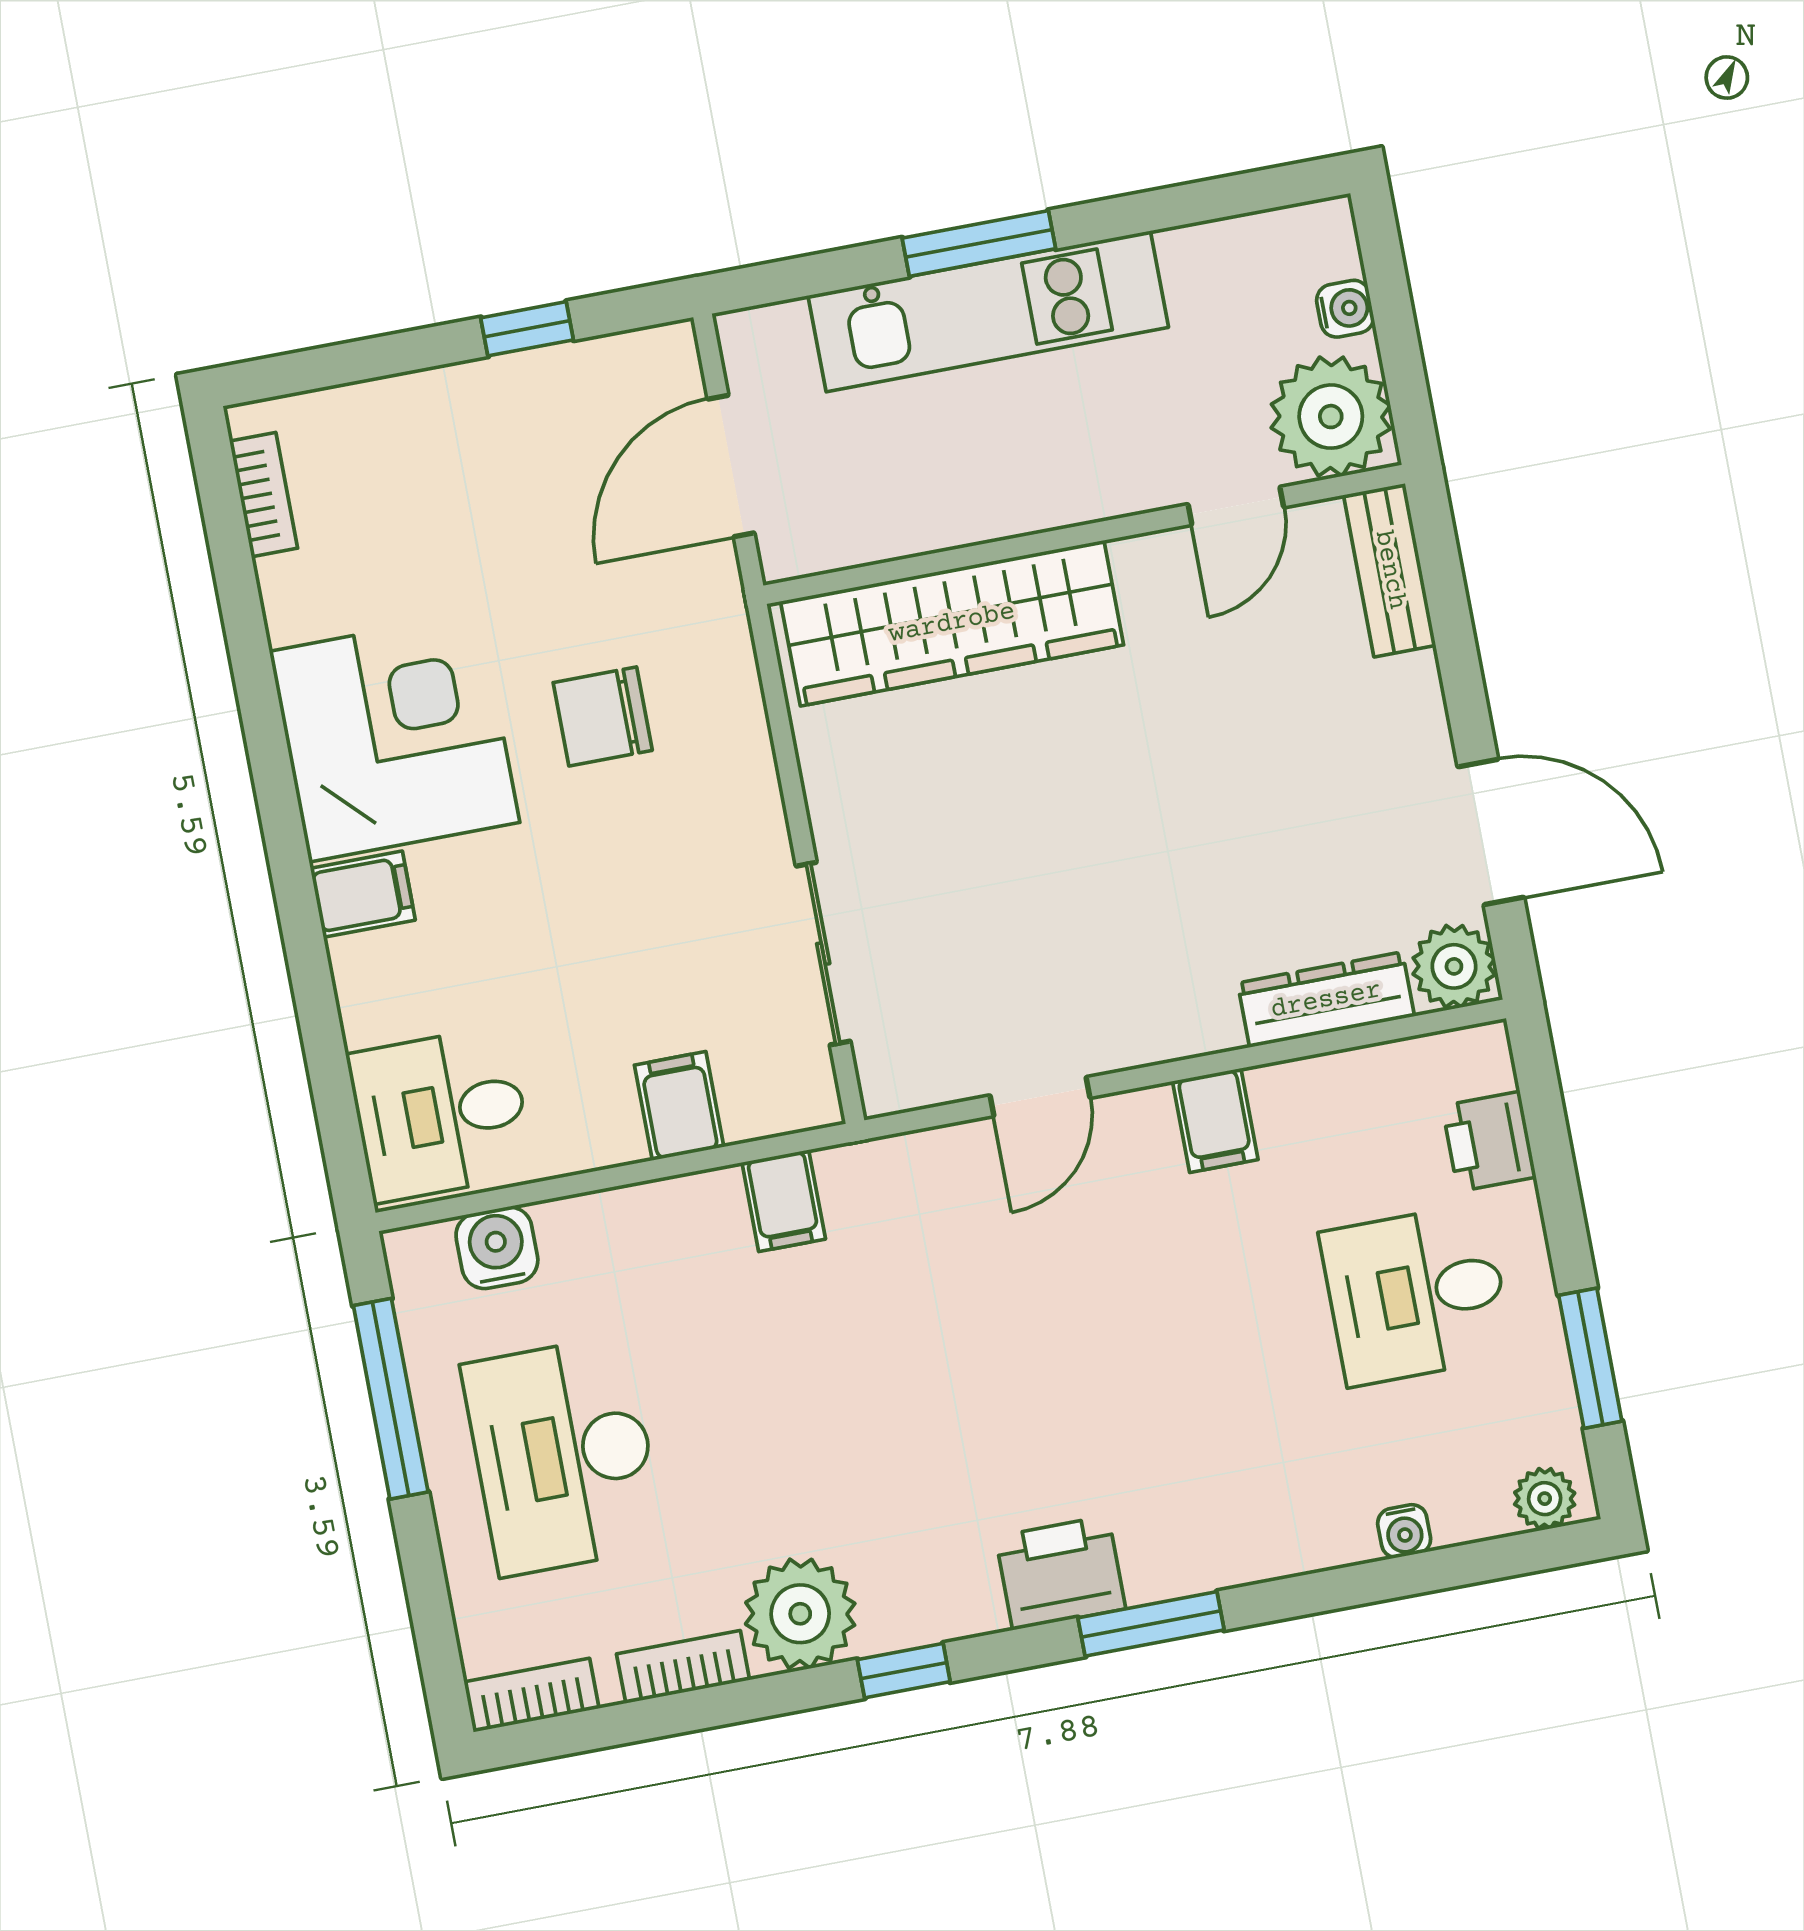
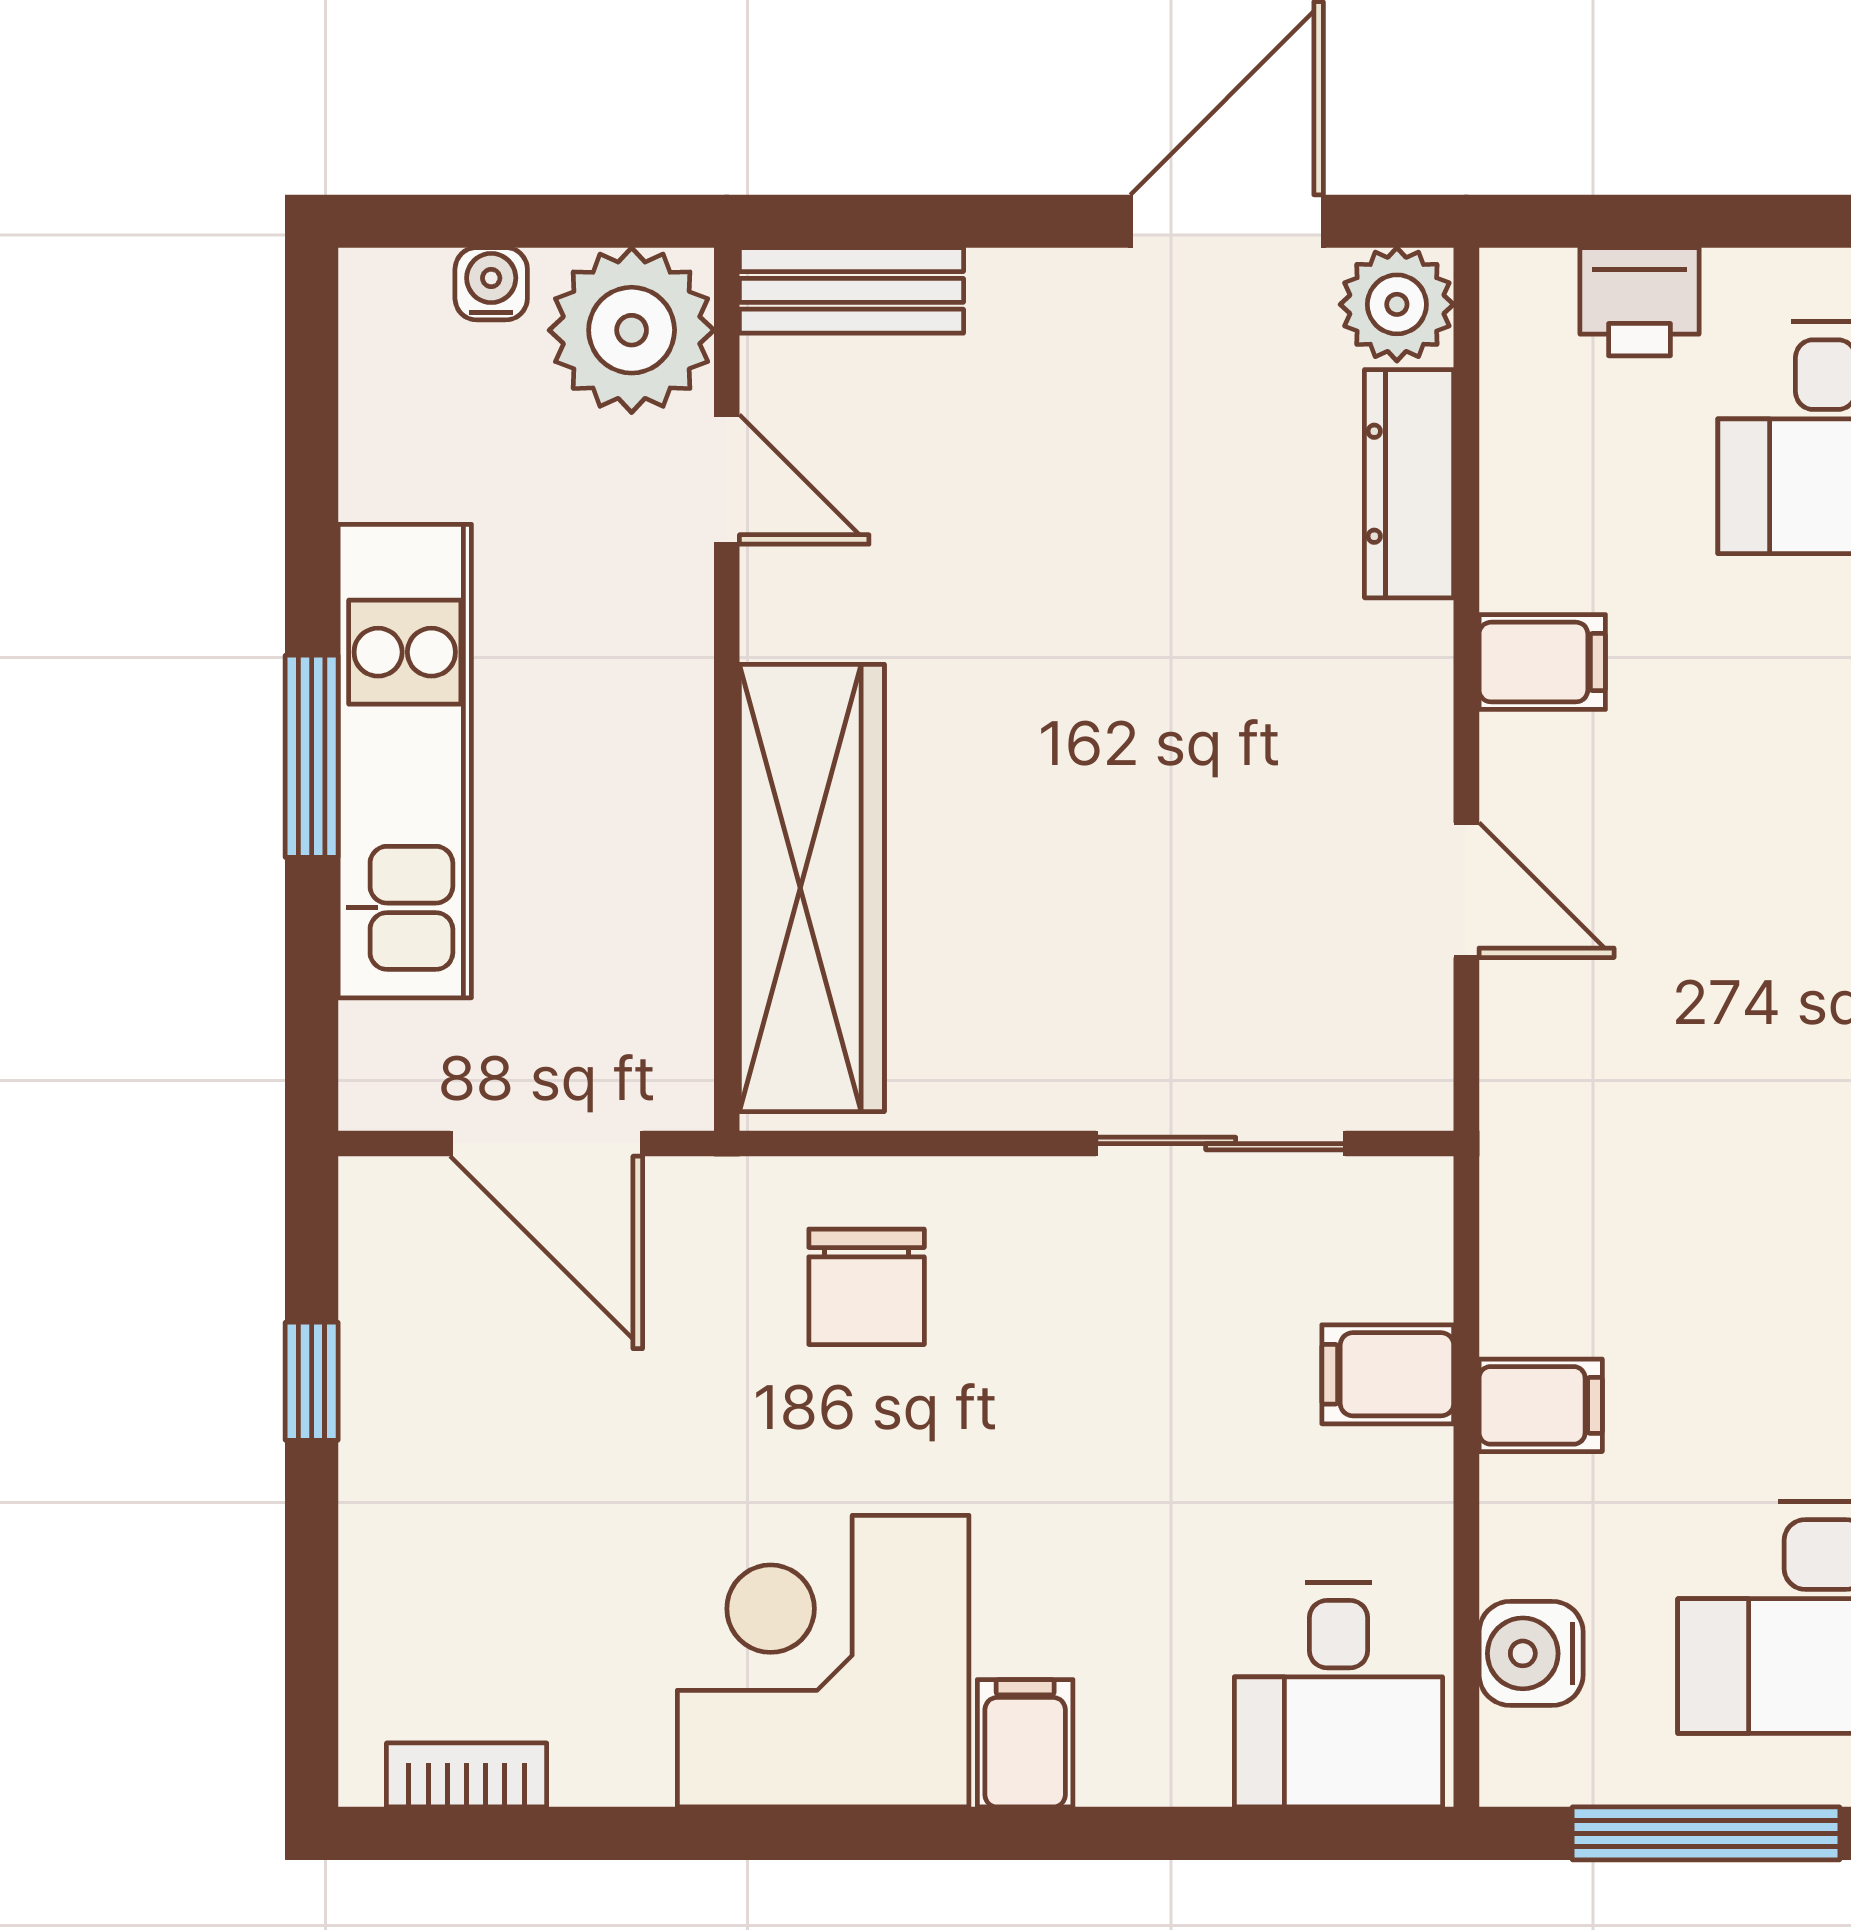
chair: (603, 716) -> (867, 1287), moved
filing cabinet: (784, 1201) -> (1541, 1405), moved

